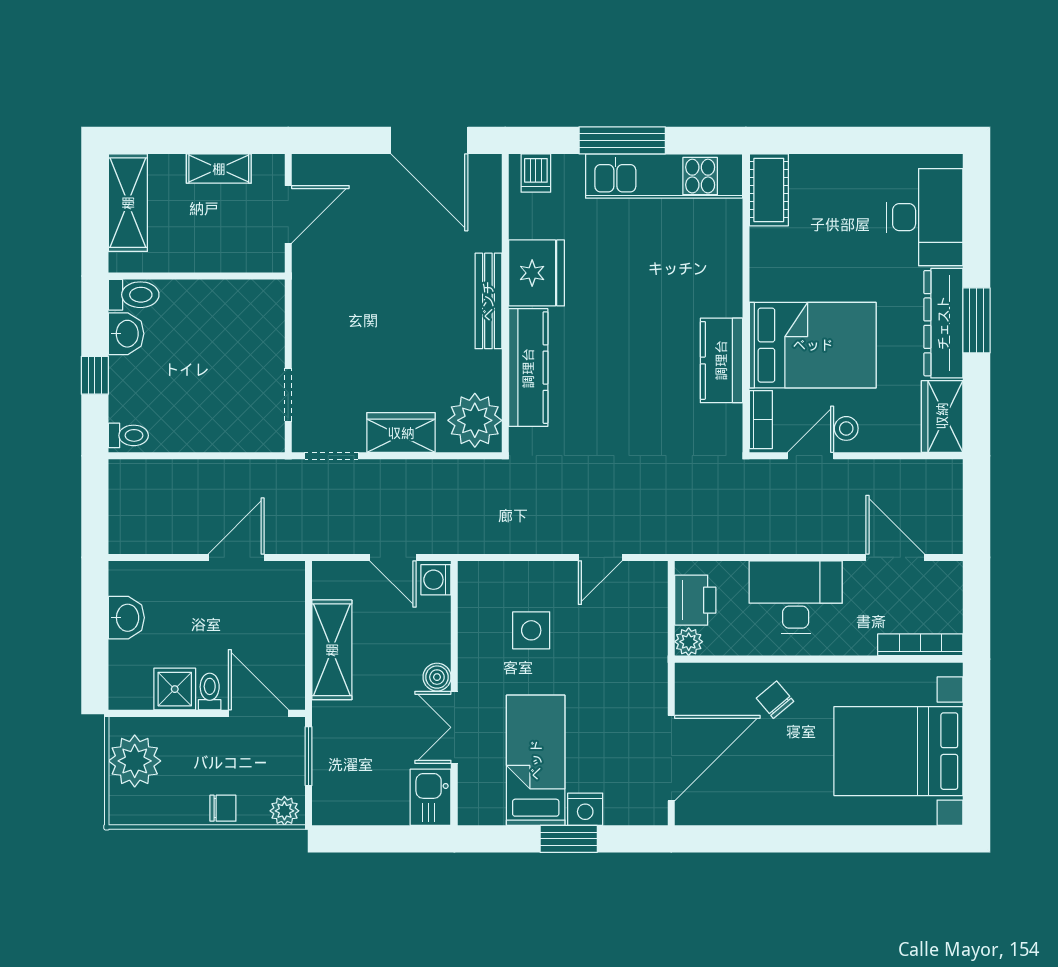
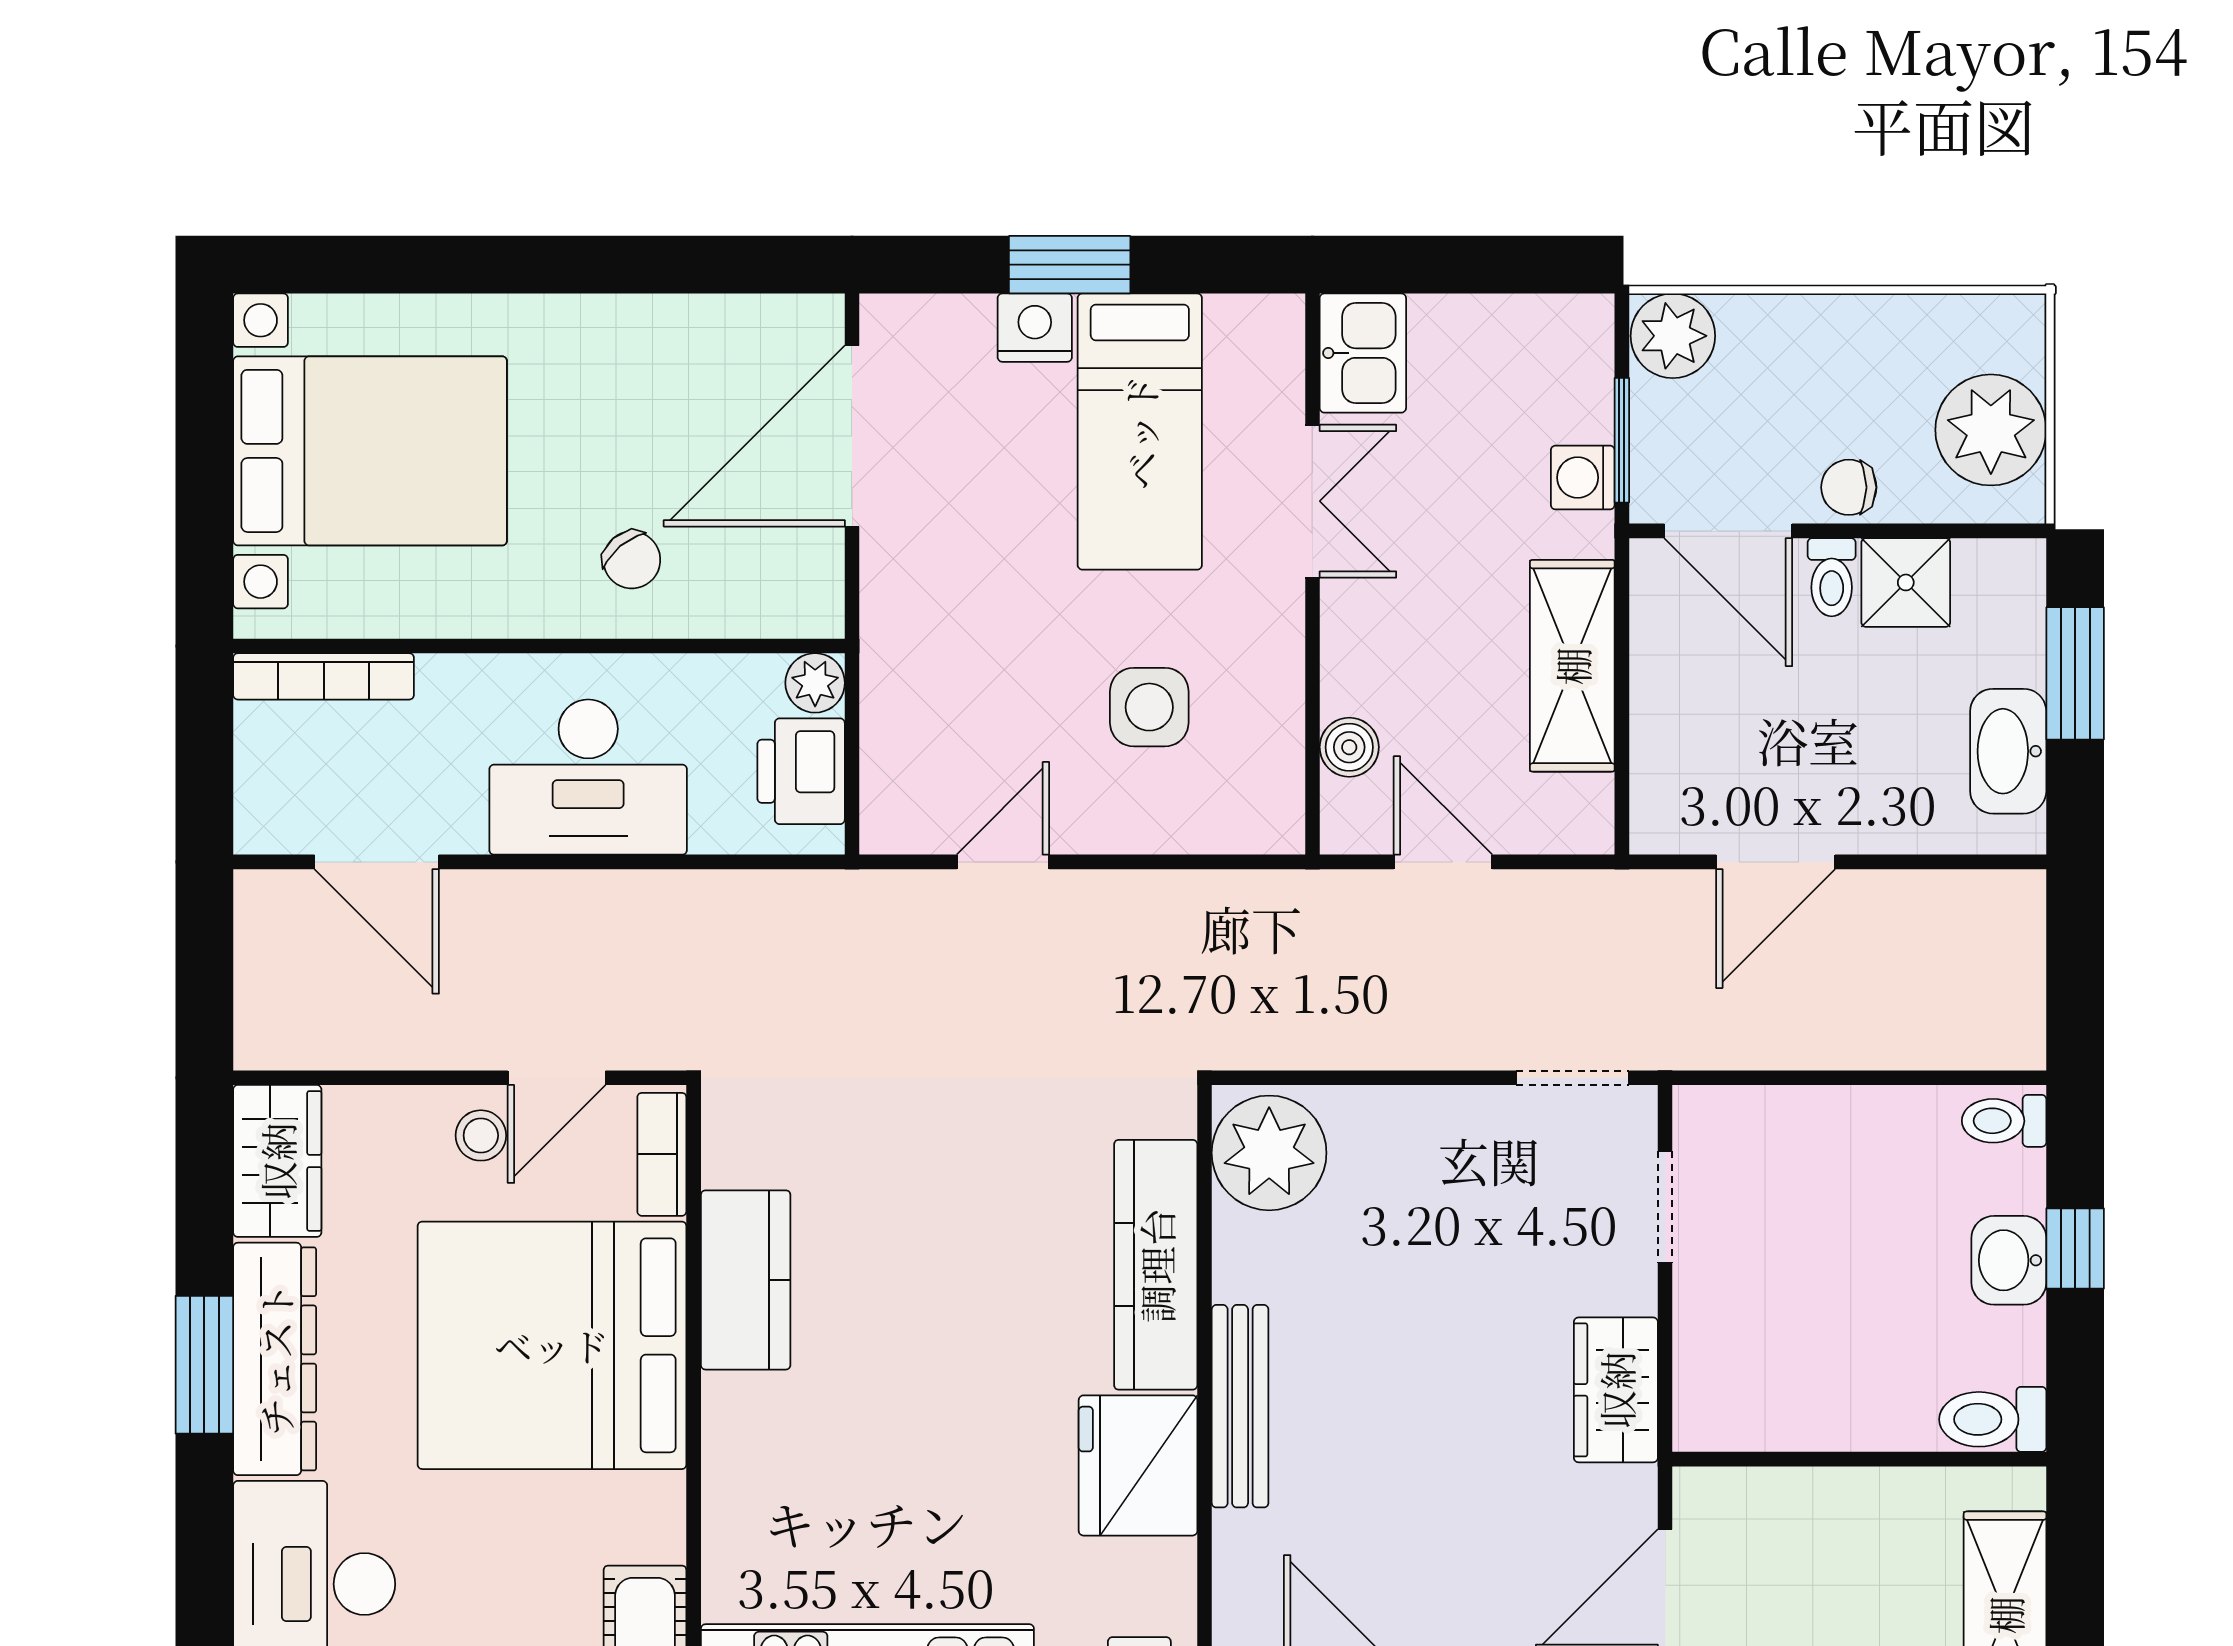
washbasin: (126, 334) -> (2009, 1260), moved
bed: (813, 345) -> (552, 1345), width x1.36
wardrobe: (401, 433) -> (1616, 1390), moved, turned 90
washing machine: (436, 580) -> (1583, 478), moved, turned 180
washbasin: (126, 618) -> (2008, 751), width x1.38
window: (95, 646) -> (2075, 673), added
boiler: (437, 677) -> (1349, 747), moved
chair: (223, 808) -> (1849, 487), moved
plant: (284, 811) -> (1673, 336), width x1.38, depth x1.38

